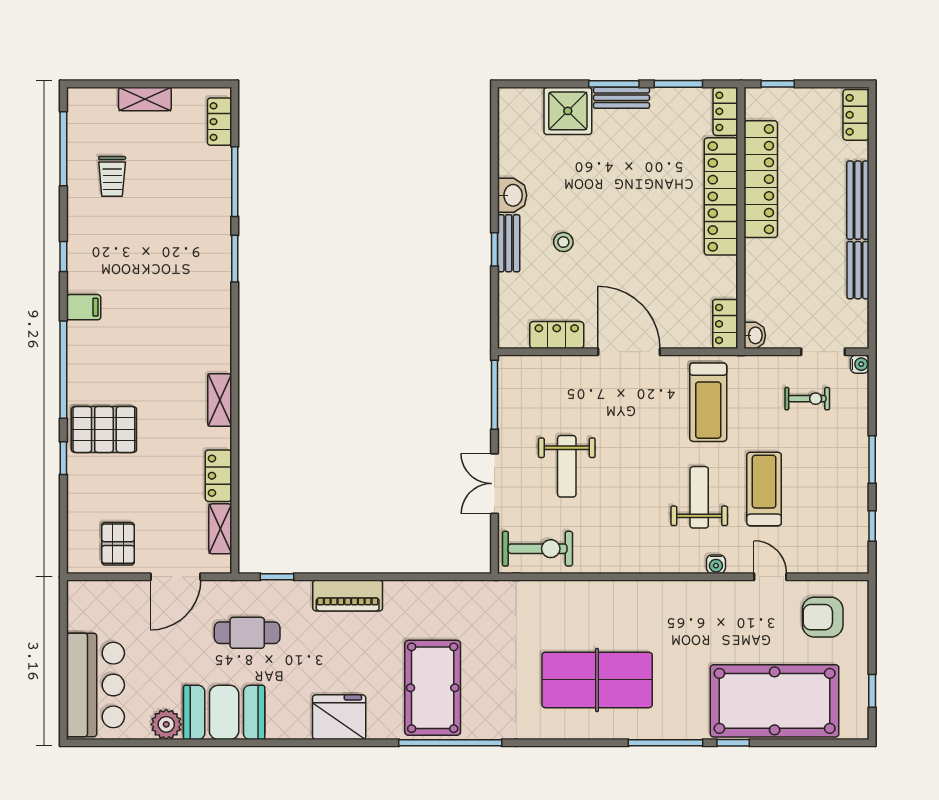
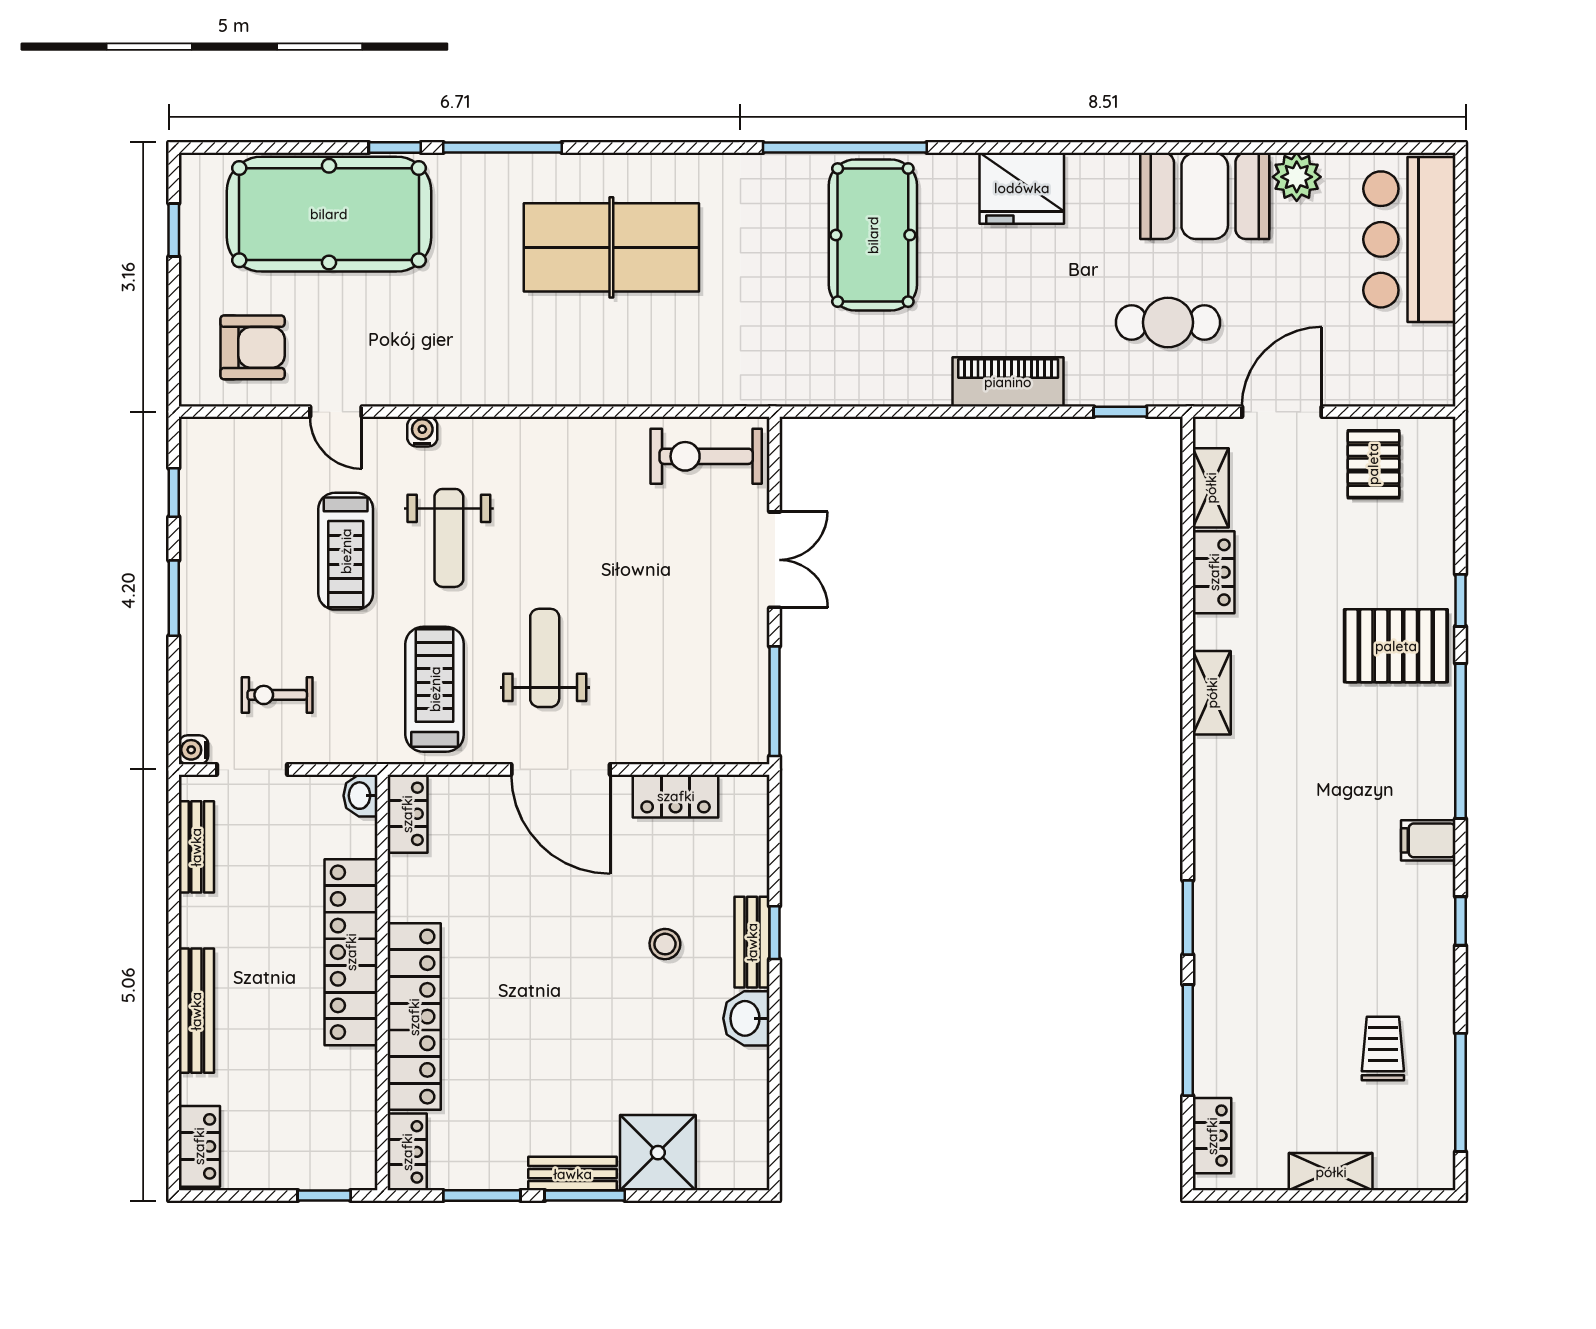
locker: (761, 179) -> (351, 952), moved
bench: (858, 270) -> (196, 847), moved
weight bench: (567, 466) -> (545, 658), moved

